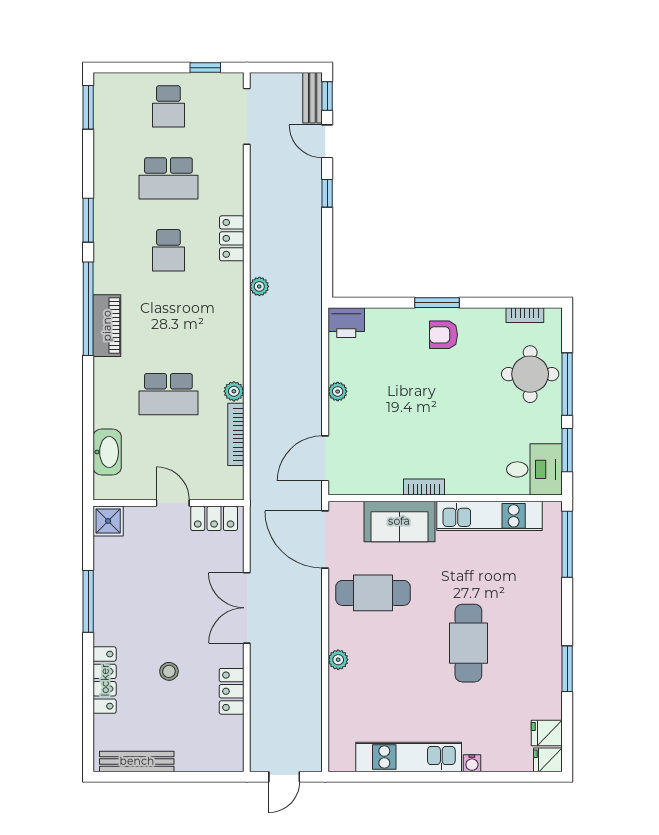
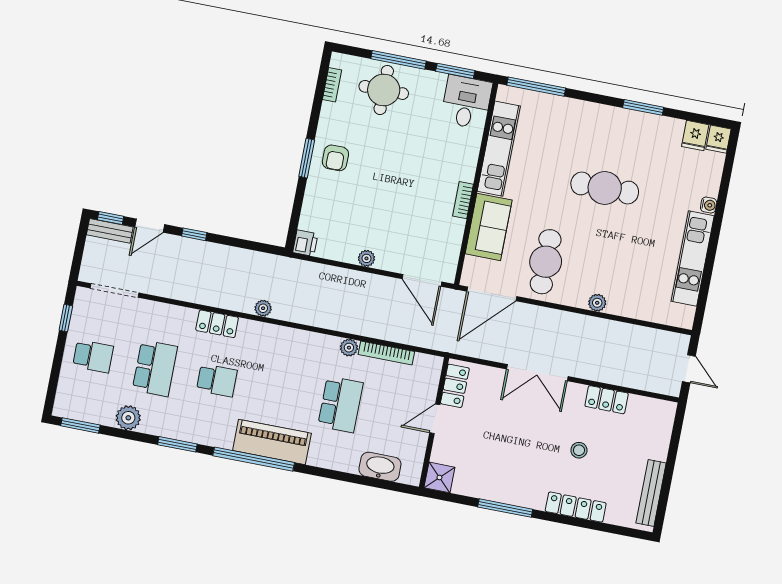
plant: (107, 159) -> (128, 418), added
printer: (346, 323) -> (305, 243), width x0.73, depth x0.81
piano: (107, 326) -> (272, 442), width x1.37, depth x1.33

